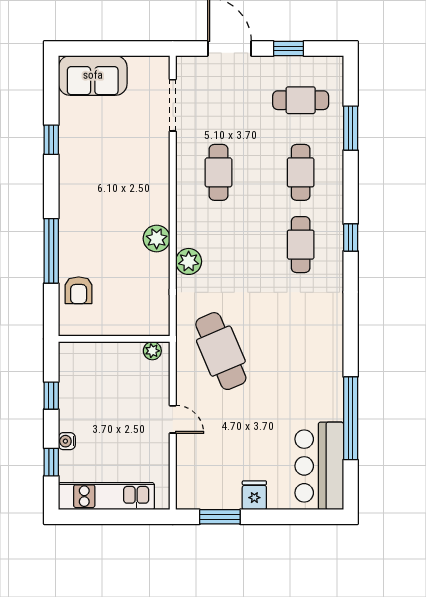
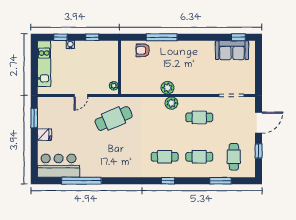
sofa: (93, 75) -> (232, 50), moved, turned -90
window: (51, 140) -> (238, 37), moved
plant: (189, 261) -> (171, 103), moved

